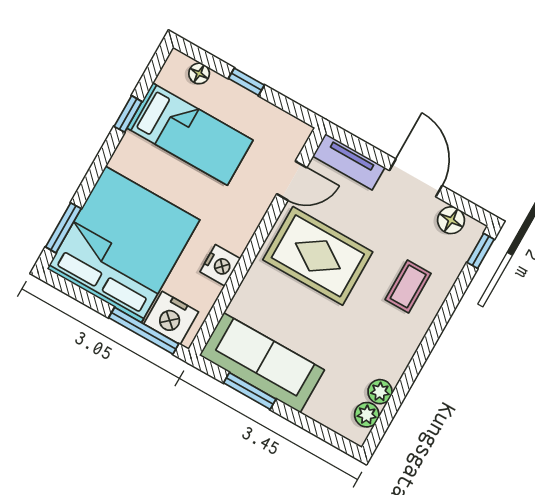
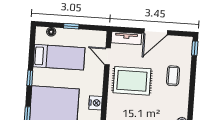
window: (128, 114) -> (30, 78), moved
door: (416, 178) -> (156, 32), swing flipped
door: (292, 181) -> (108, 56), swing flipped
floor lamp: (451, 220) -> (177, 42), removed

